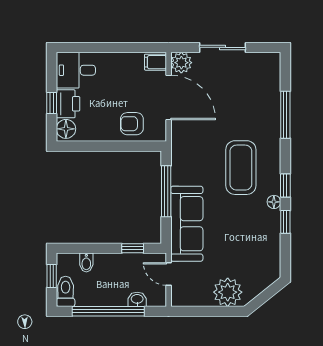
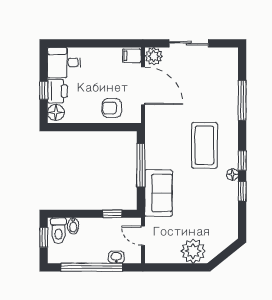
sofa: (187, 224) -> (158, 193), width x0.73
toilet: (66, 291) -> (58, 231), moved, turned 180

